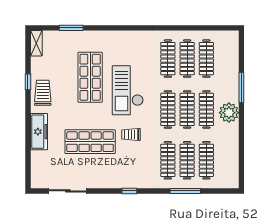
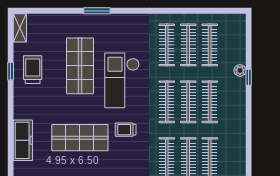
window: (71, 28) -> (97, 11), moved
window: (241, 87) -> (249, 77), width x0.46
trolley: (43, 93) -> (33, 70), moved
plant: (229, 113) -> (240, 70), moved, width x0.53, depth x0.53
freezer: (39, 132) -> (23, 140), moved

